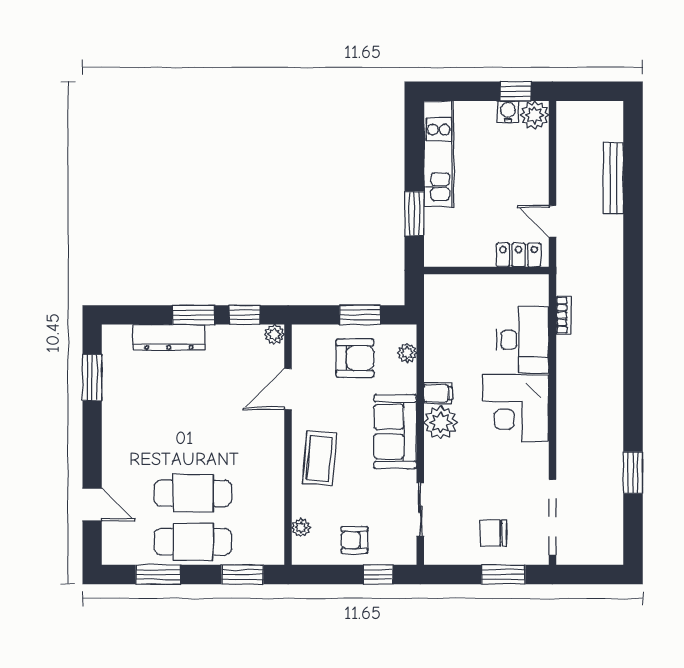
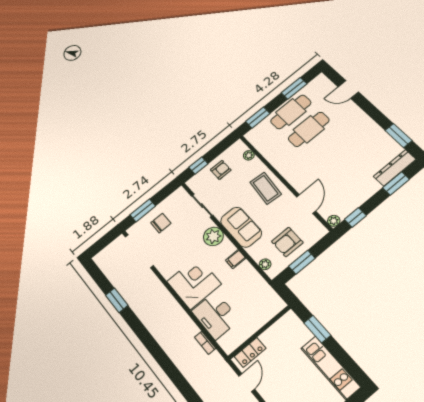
door: (552, 221) -> (247, 383), hinge flipped
window: (194, 315) -> (396, 184), moved
dresser: (169, 337) -> (395, 168), moved
plant: (441, 422) -> (213, 236), moved

